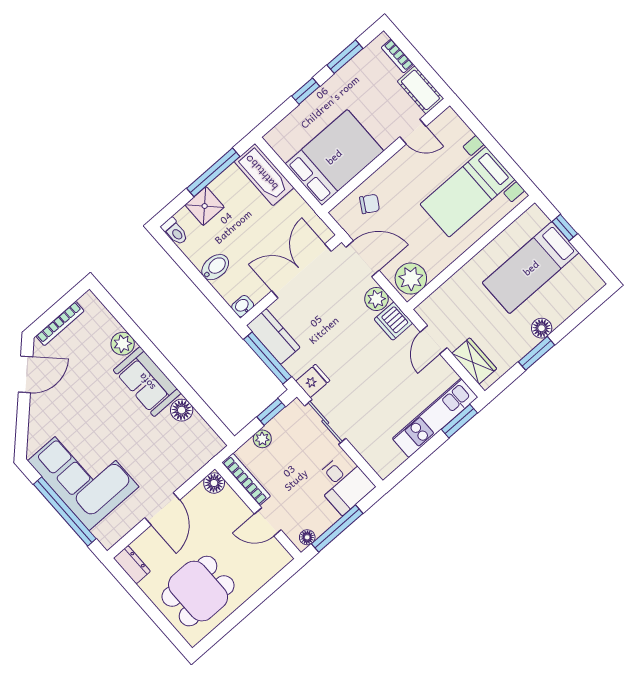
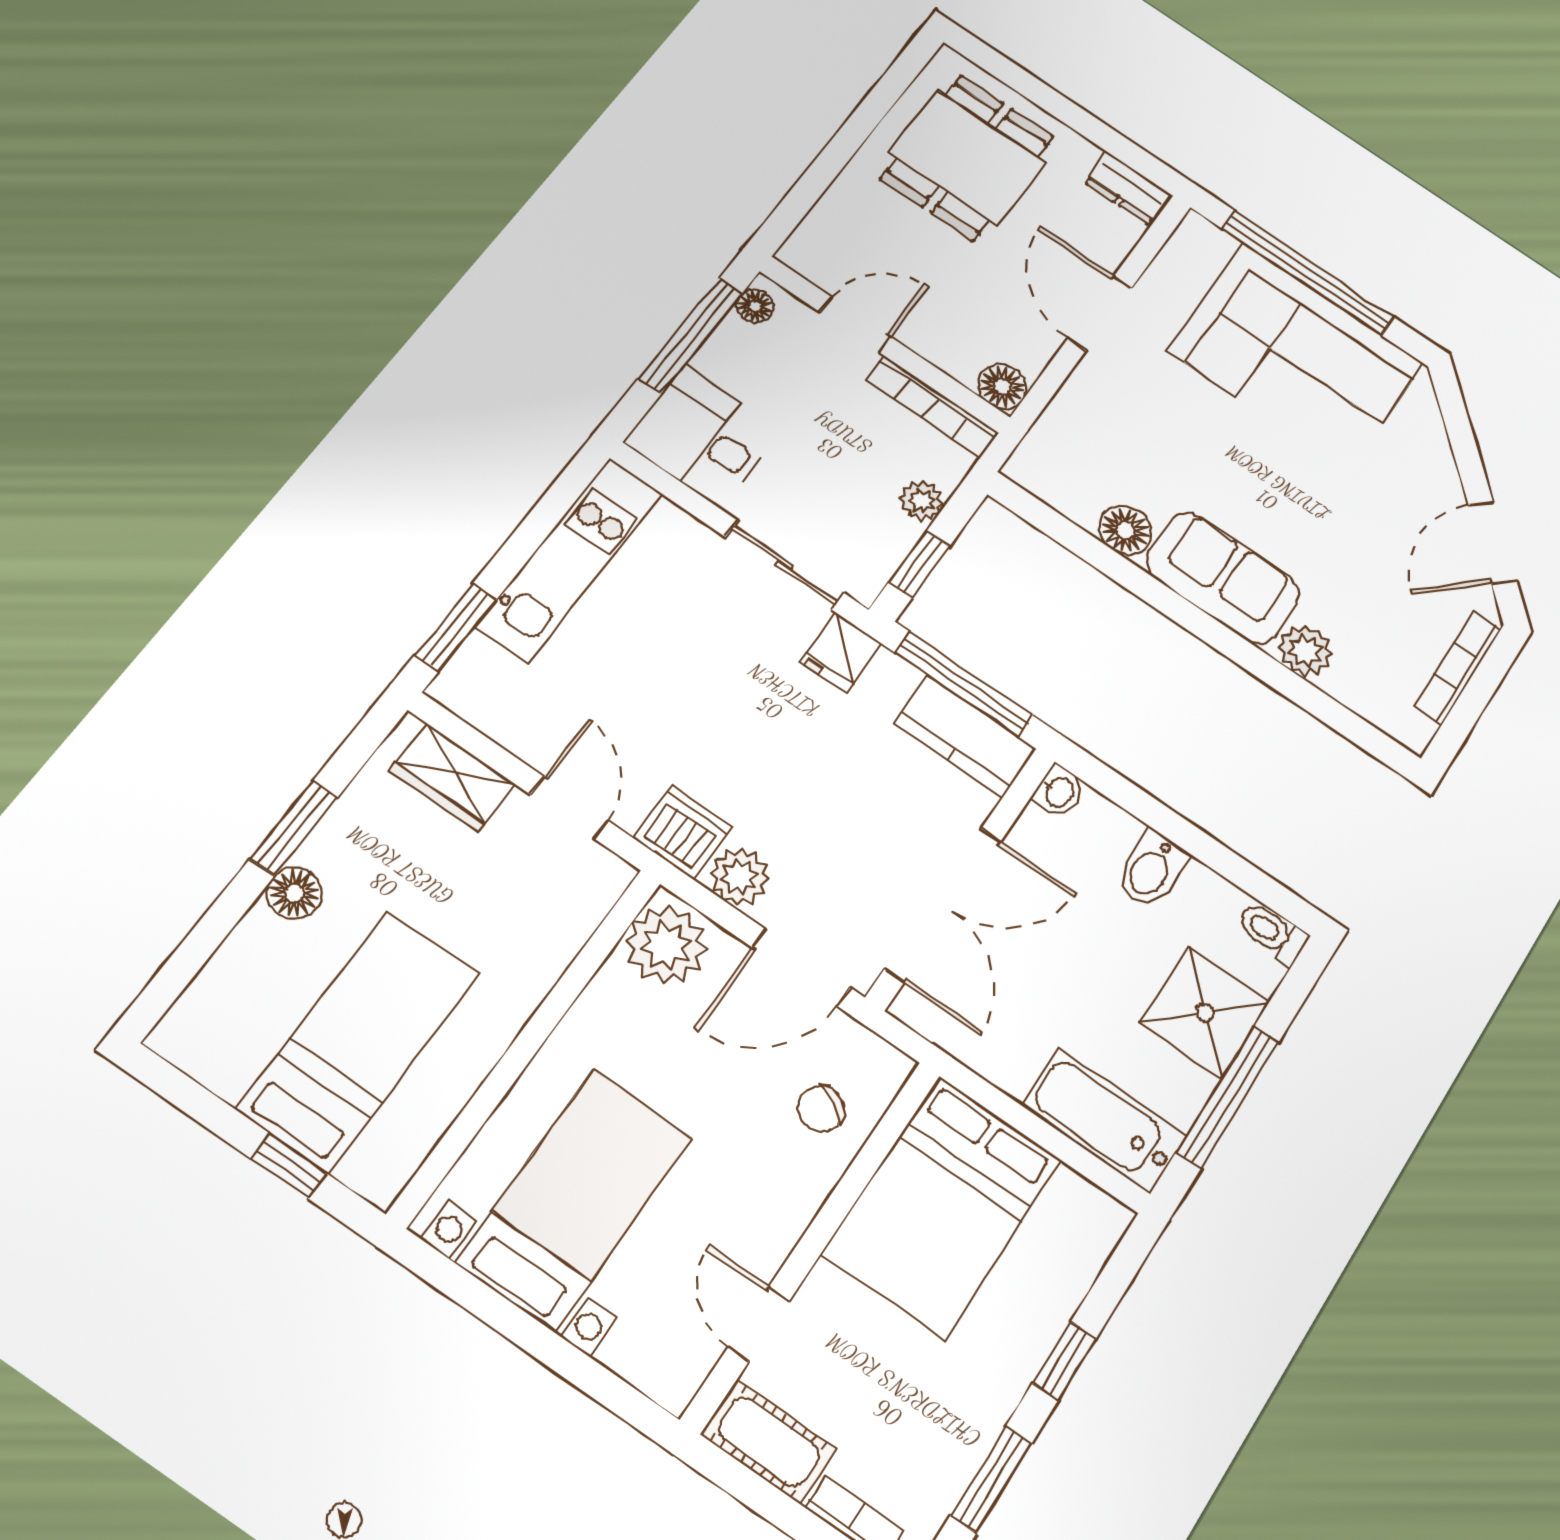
door: (413, 132) -> (759, 1324), hinge flipped
shower: (205, 206) -> (1205, 1013), width x1.36, depth x1.36
kitchen unit: (435, 418) -> (570, 560), moved

